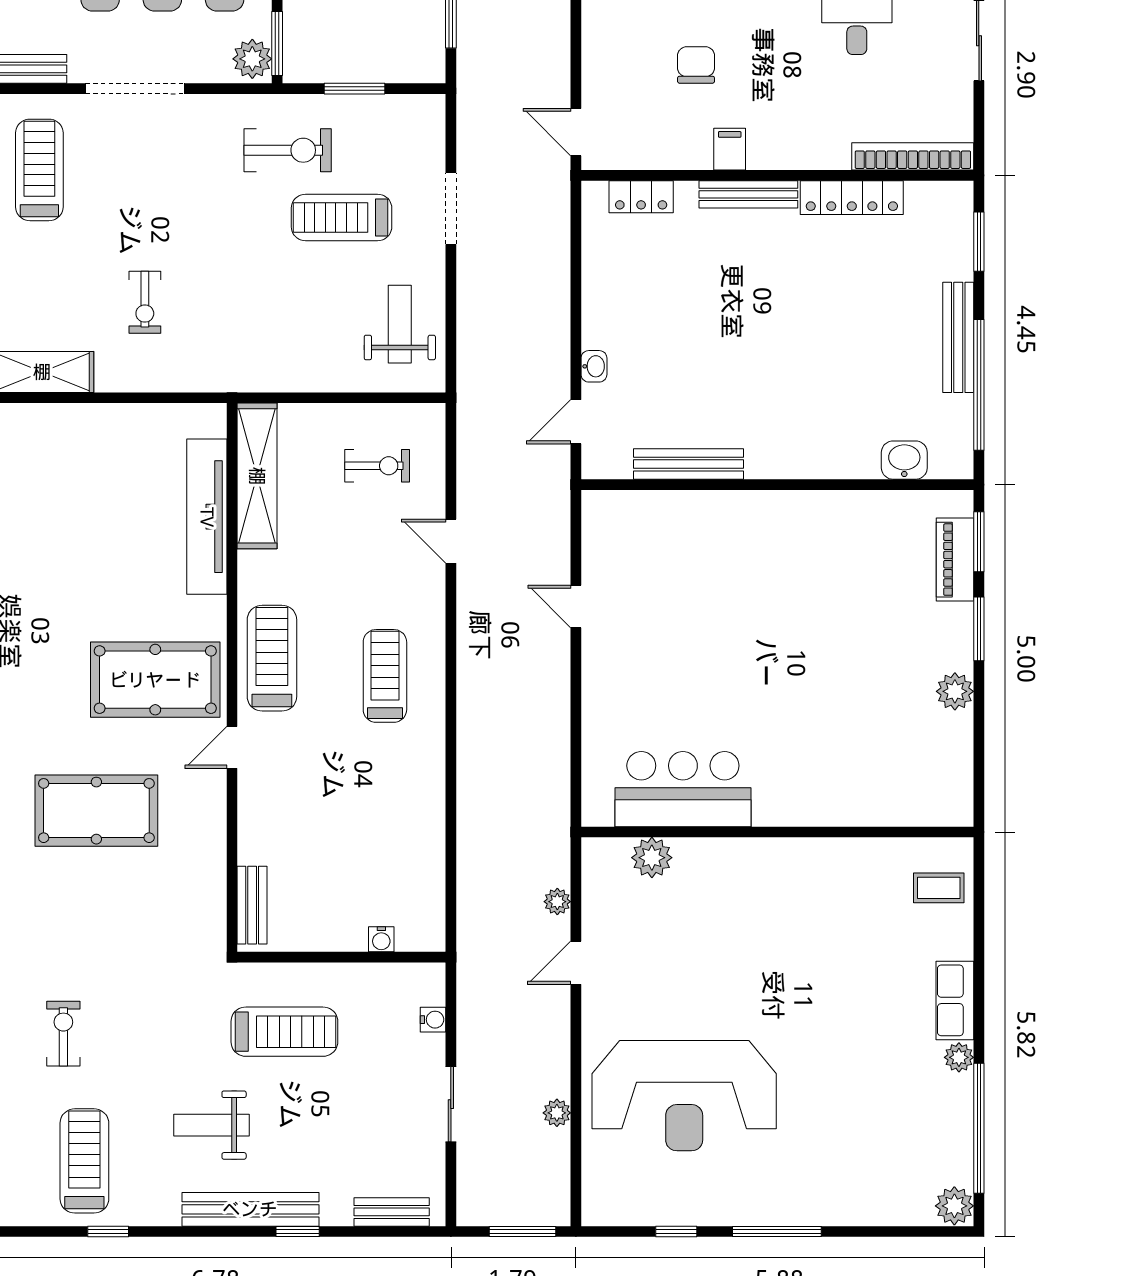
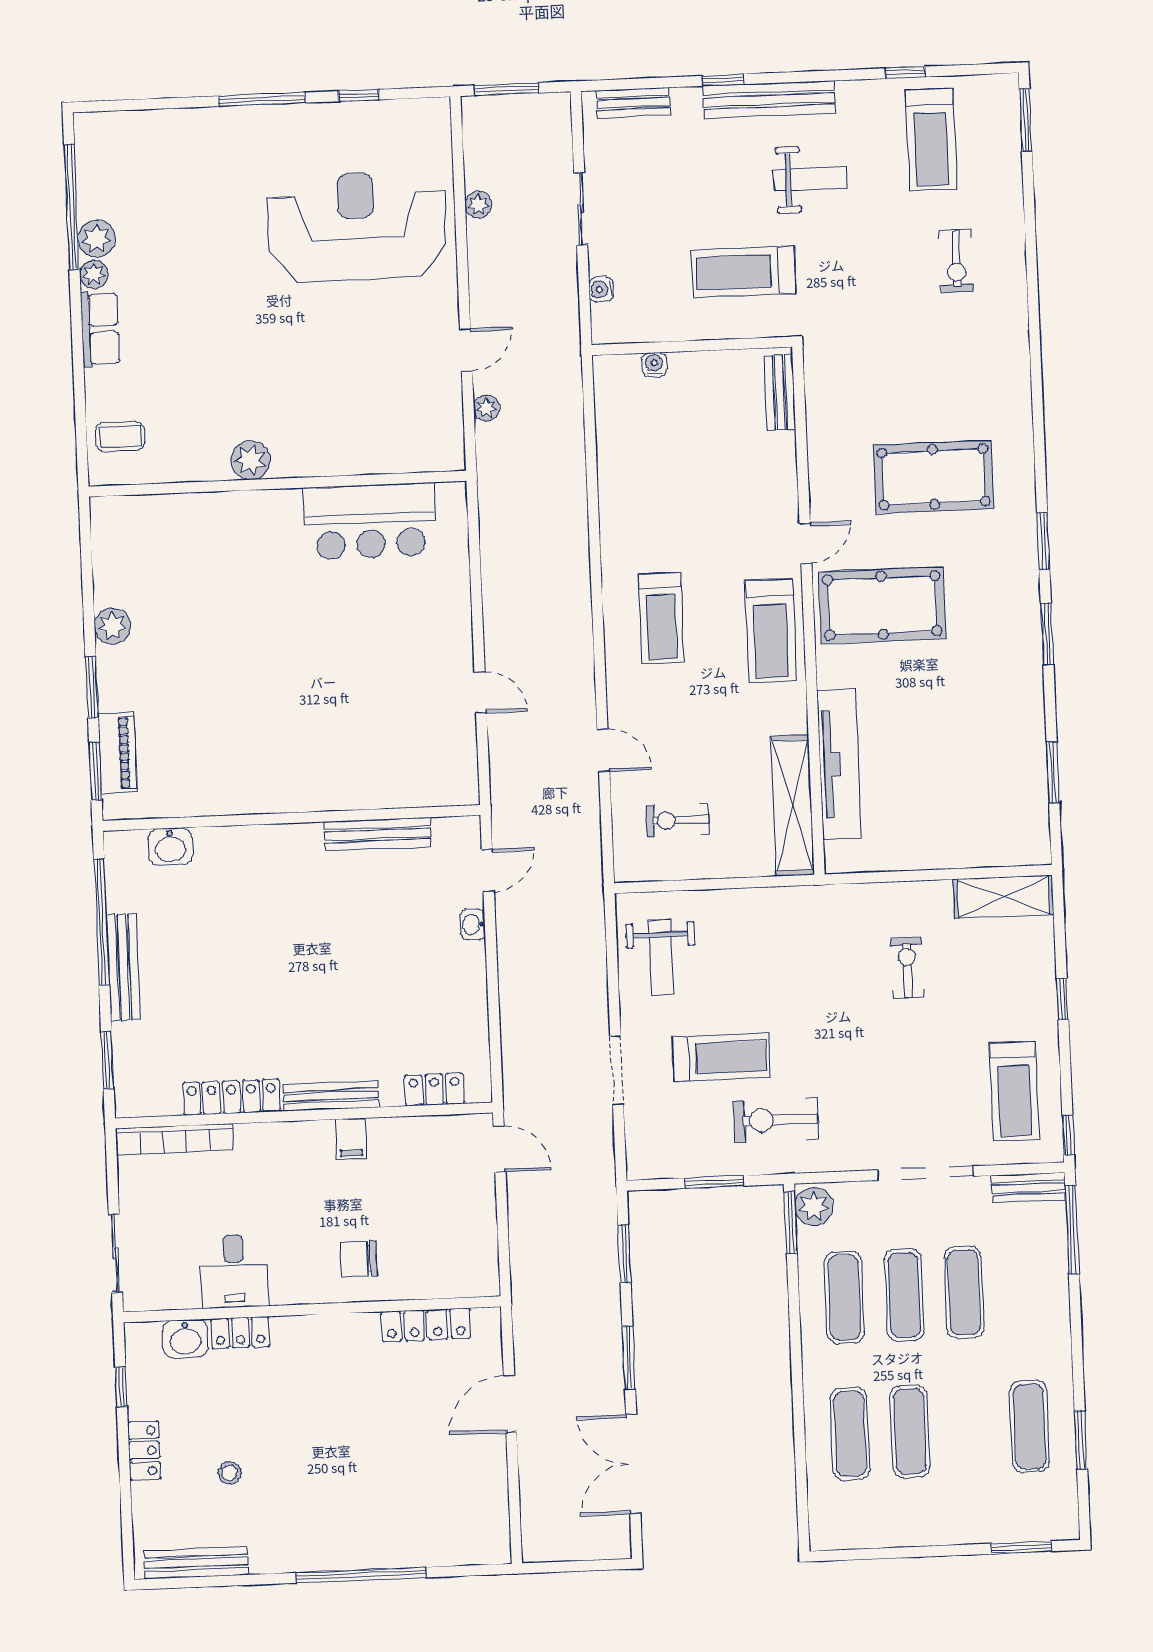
chair: (696, 65) -> (358, 1259), moved, turned 90
plant: (652, 858) -> (251, 460), moved
plant: (954, 1206) -> (97, 239), moved

